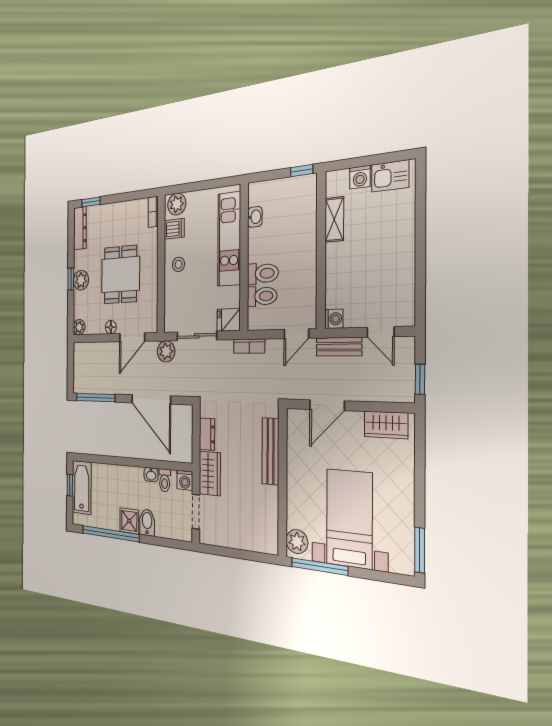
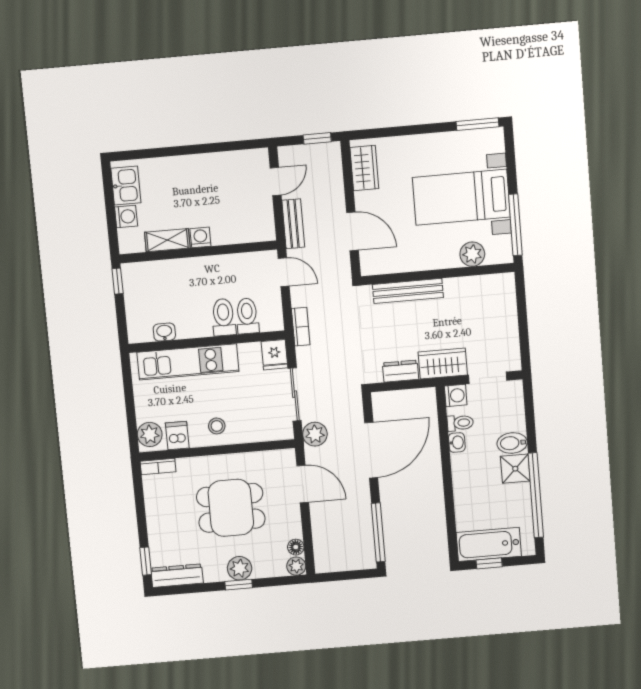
washing machine: (334, 319) -> (200, 237), moved
floor lamp: (111, 327) -> (296, 547), moved
plant: (297, 542) -> (472, 254), moved

